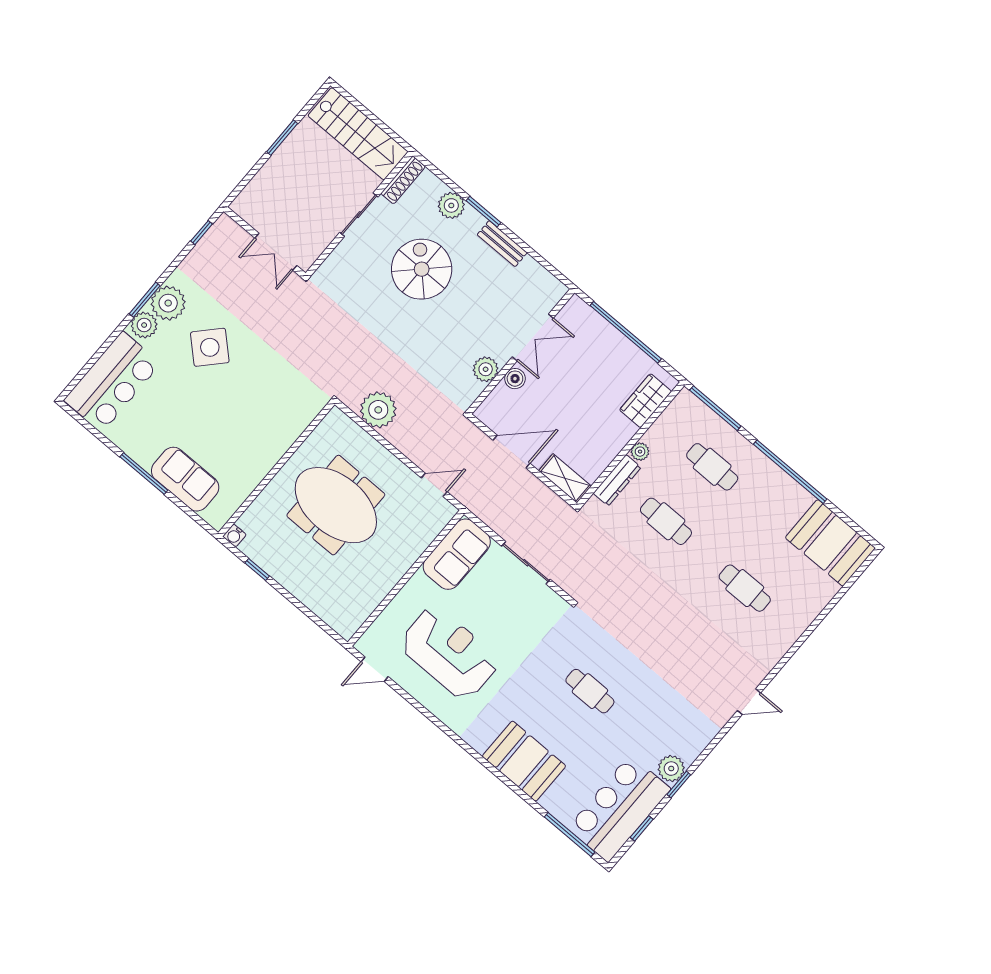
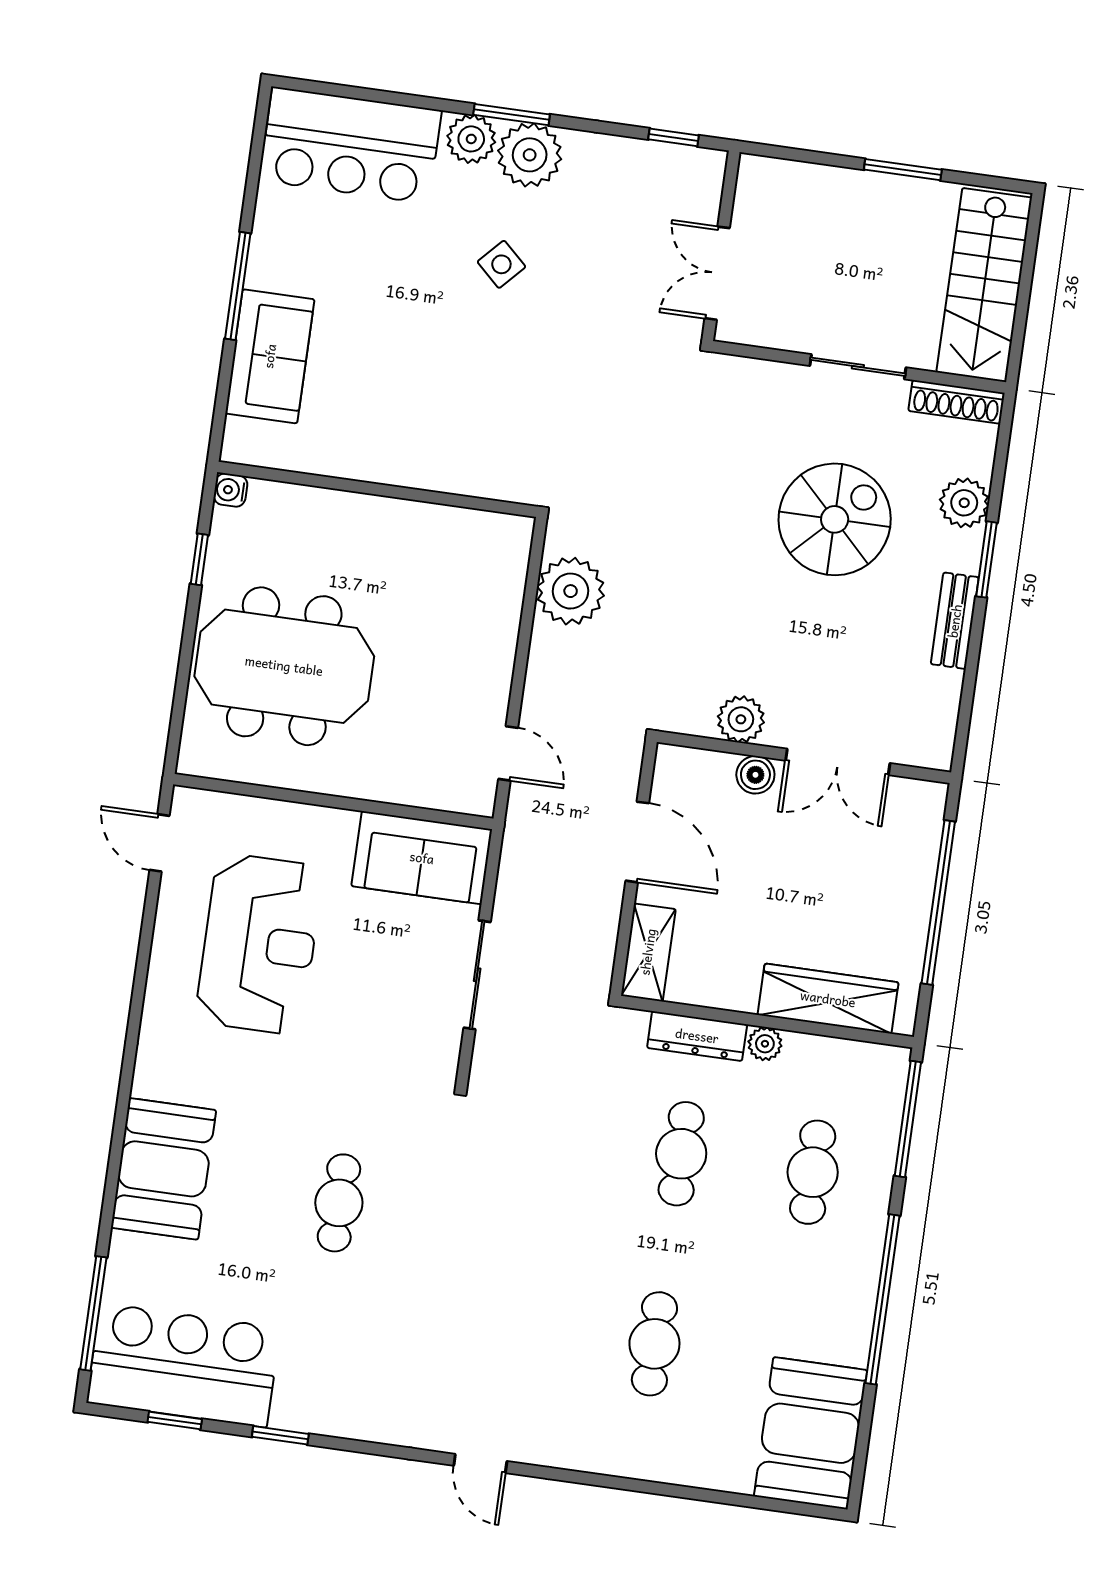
side table: (210, 347) -> (501, 264), width x0.54, depth x0.54
wardrobe: (645, 401) -> (828, 999), width x1.50
meeting table: (336, 505) -> (284, 666), moved, turned 90
plant: (671, 769) -> (298, 1407), removed

